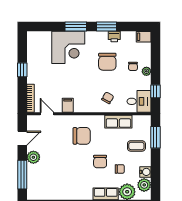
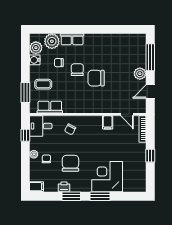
row of seats: (118, 122) -> (50, 107), moved
chair: (82, 136) -> (96, 78), moved

